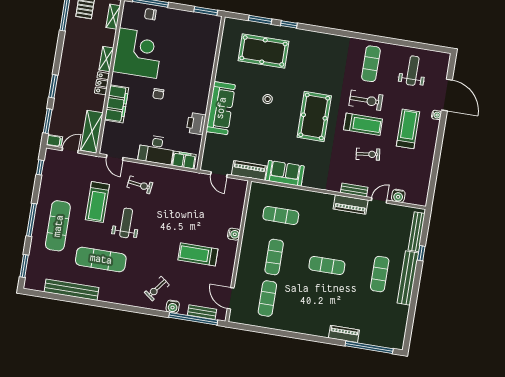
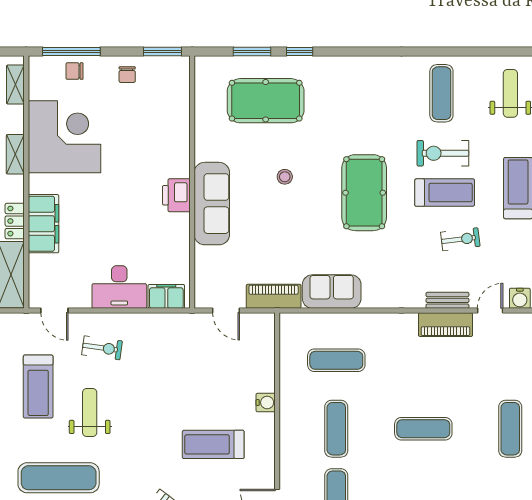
locker: (102, 83) -> (15, 221), moved
chair: (158, 94) -> (127, 75), moved
exercise bike: (366, 100) -> (443, 153), turned 180
printer: (196, 124) -> (176, 195), moved

